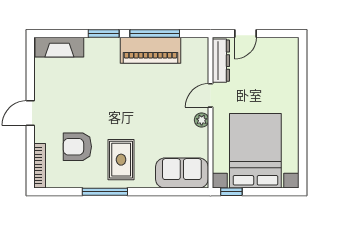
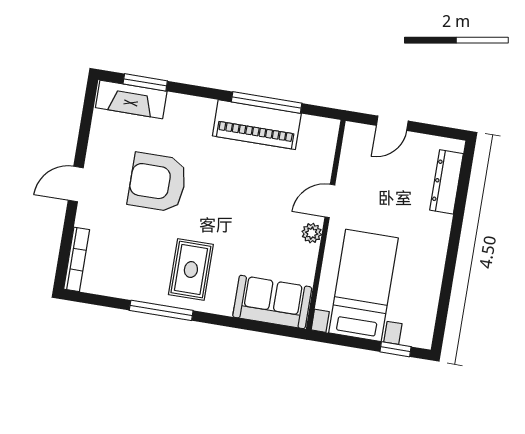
window: (104, 34) -> (145, 82), moved
dresser: (221, 61) -> (447, 182), moved, turned 180
armchair: (77, 147) -> (157, 182), moved, width x1.36, depth x1.36
bed with nightstands: (255, 151) -> (363, 285), width x0.73
window: (231, 192) -> (395, 349), moved

